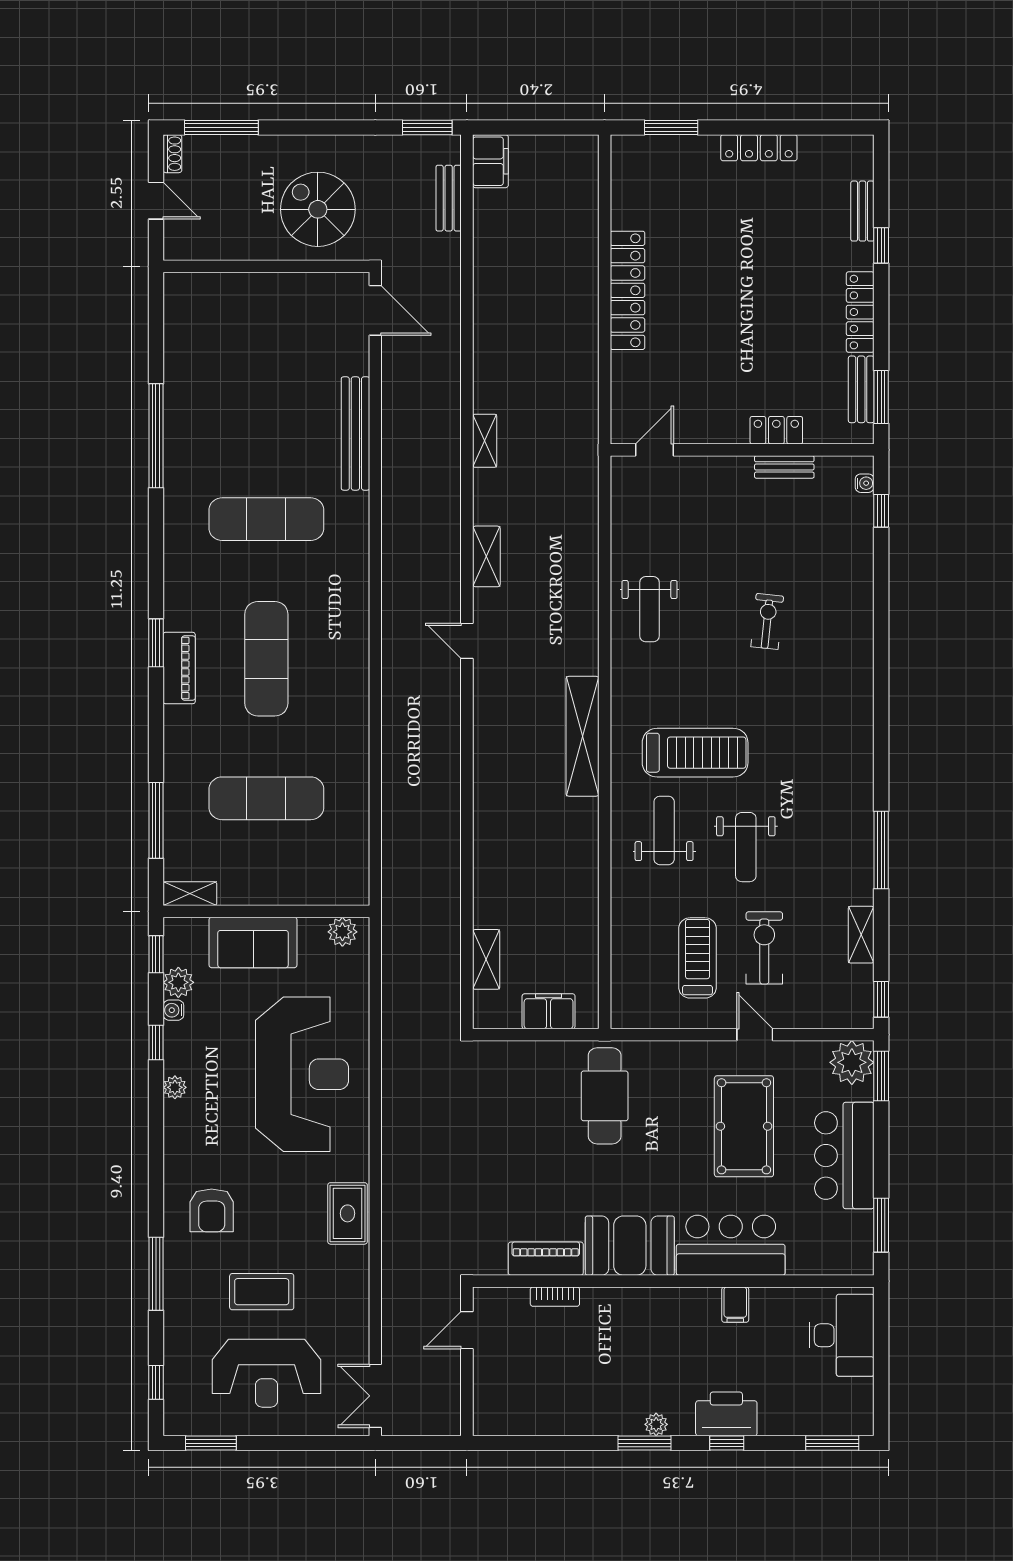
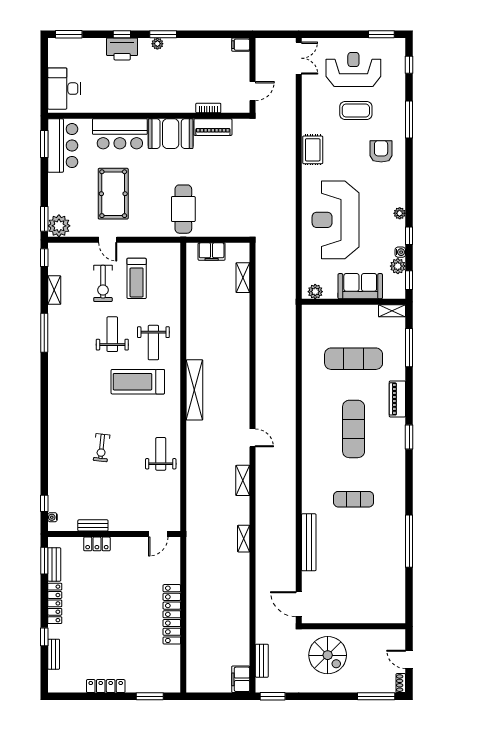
exercise mat: (266, 519) -> (354, 499), width x0.73, depth x0.69
piano: (179, 668) -> (397, 399), moved
bar counter: (844, 1156) -> (63, 146), moved
filing cabinet: (735, 1305) -> (241, 45), moved, turned -90

